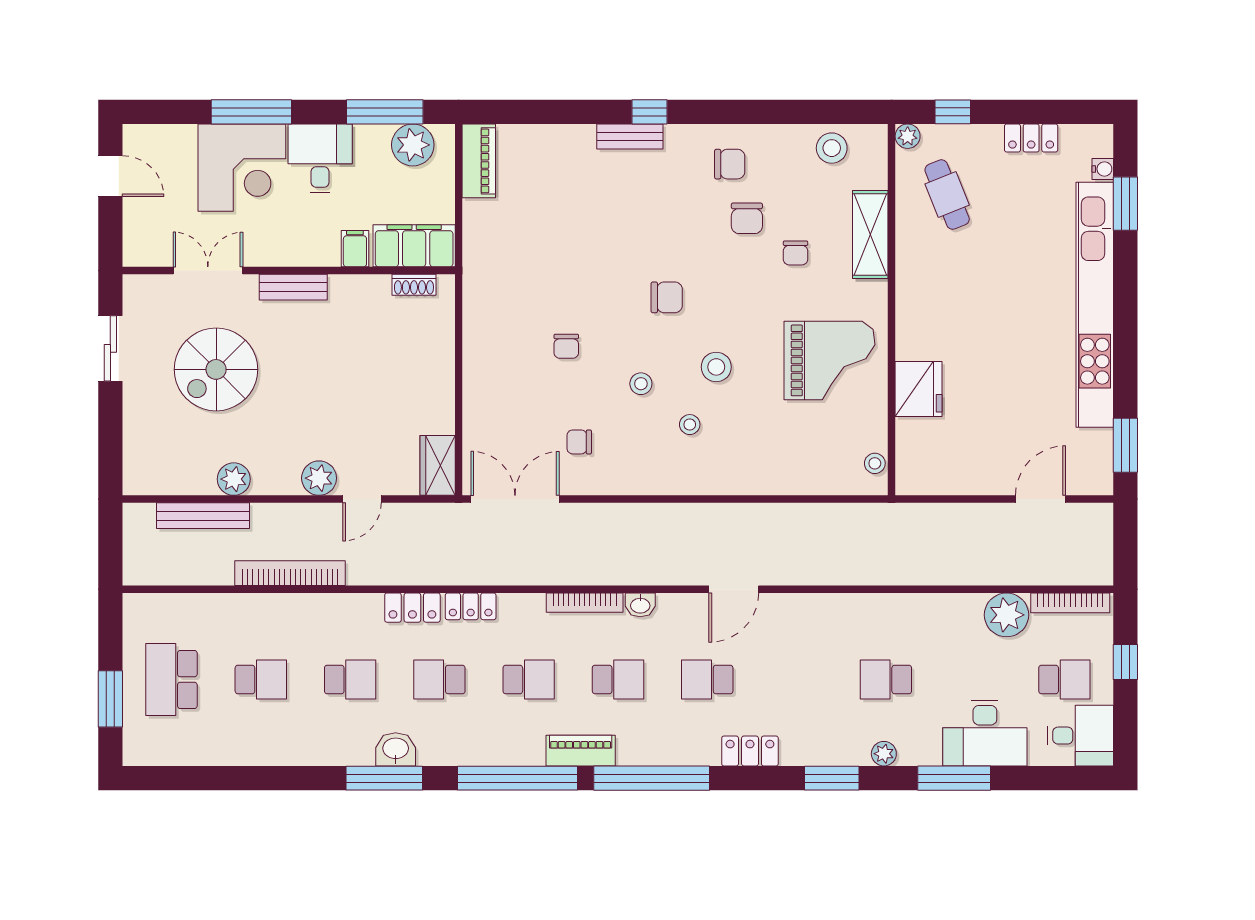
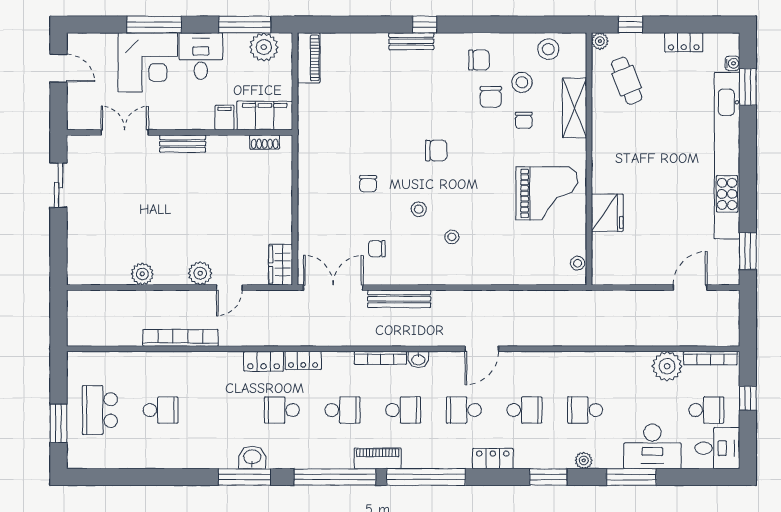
stool: (716, 367) -> (522, 82), moved
spiral stairs: (216, 369) -> (130, 200), removed
bench: (203, 516) -> (399, 299), moved
school desk: (350, 679) -> (524, 410), moved

